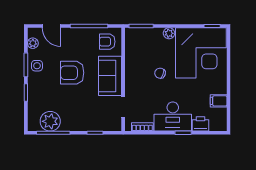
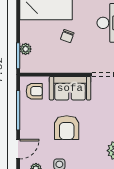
plant: (169, 33) -> (26, 49), moved
armchair: (107, 42) -> (34, 91), turned -90

